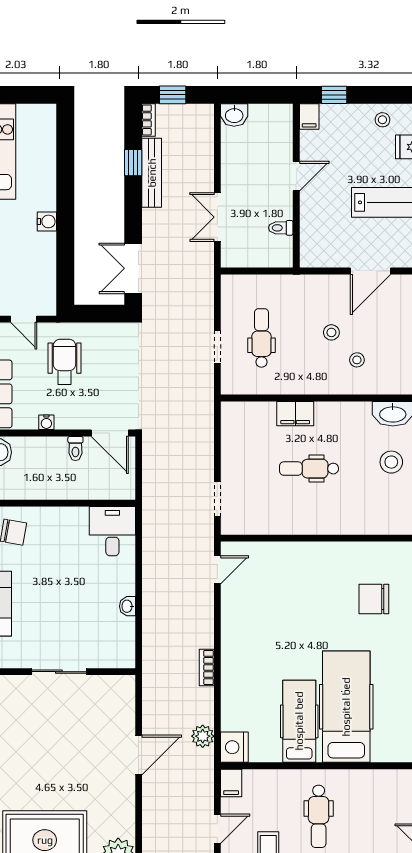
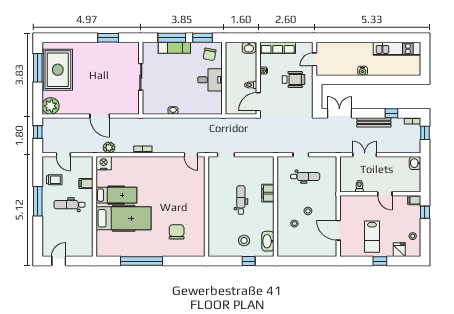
bench: (152, 173) -> (374, 122), moved
desk: (112, 531) -> (210, 80), moved
filing cabinet: (231, 783) -> (86, 183), moved

